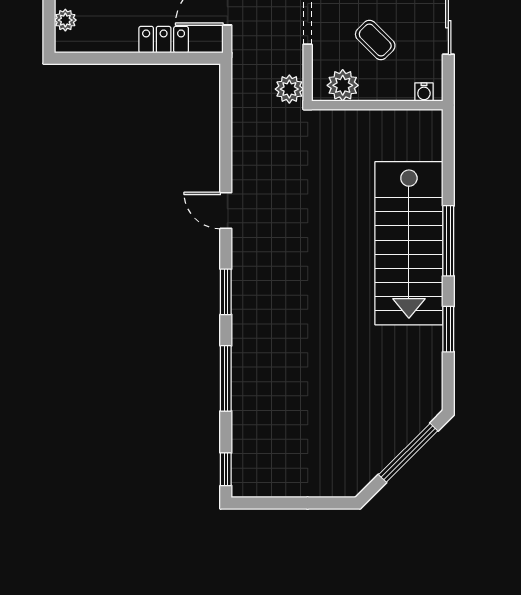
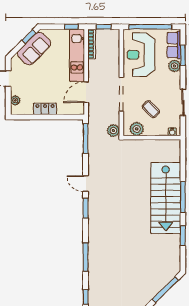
locker: (164, 40) -> (45, 109), moved
window: (226, 107) -> (86, 139), added
window: (226, 292) -> (86, 208), moved

